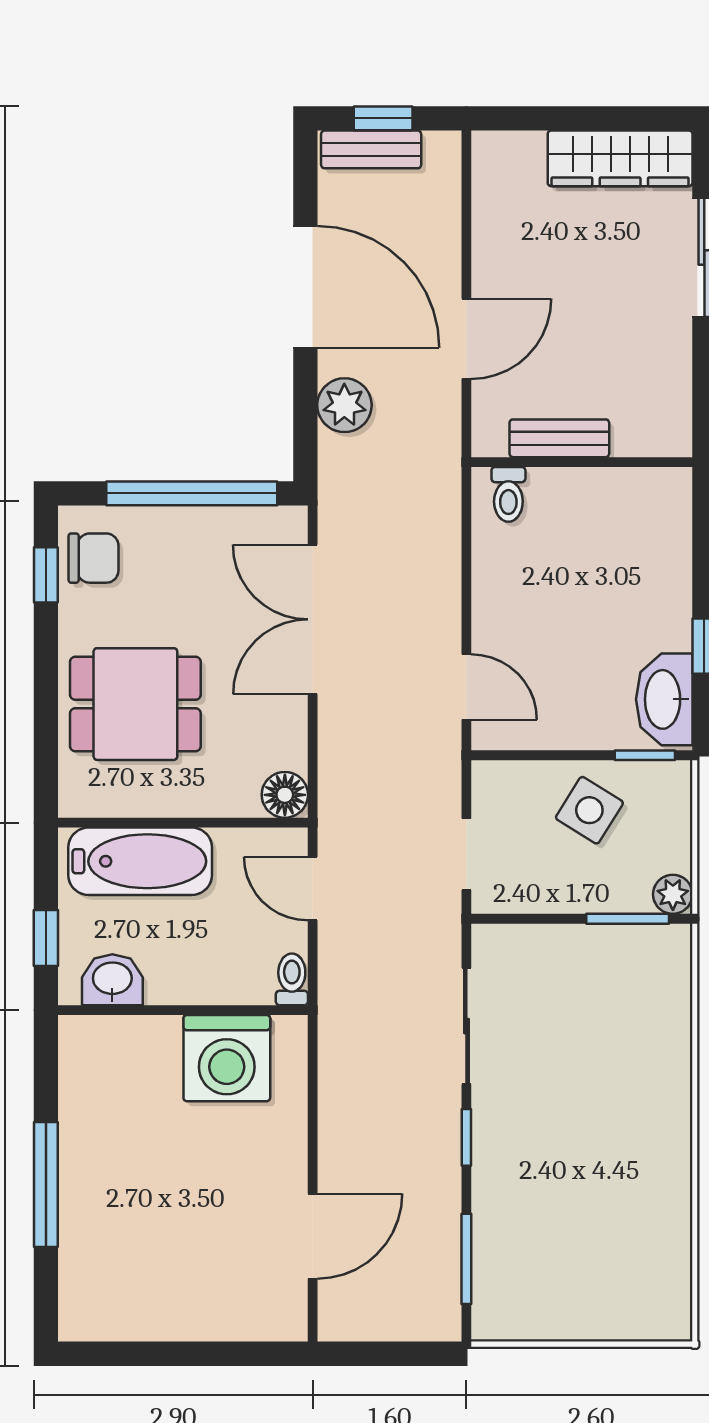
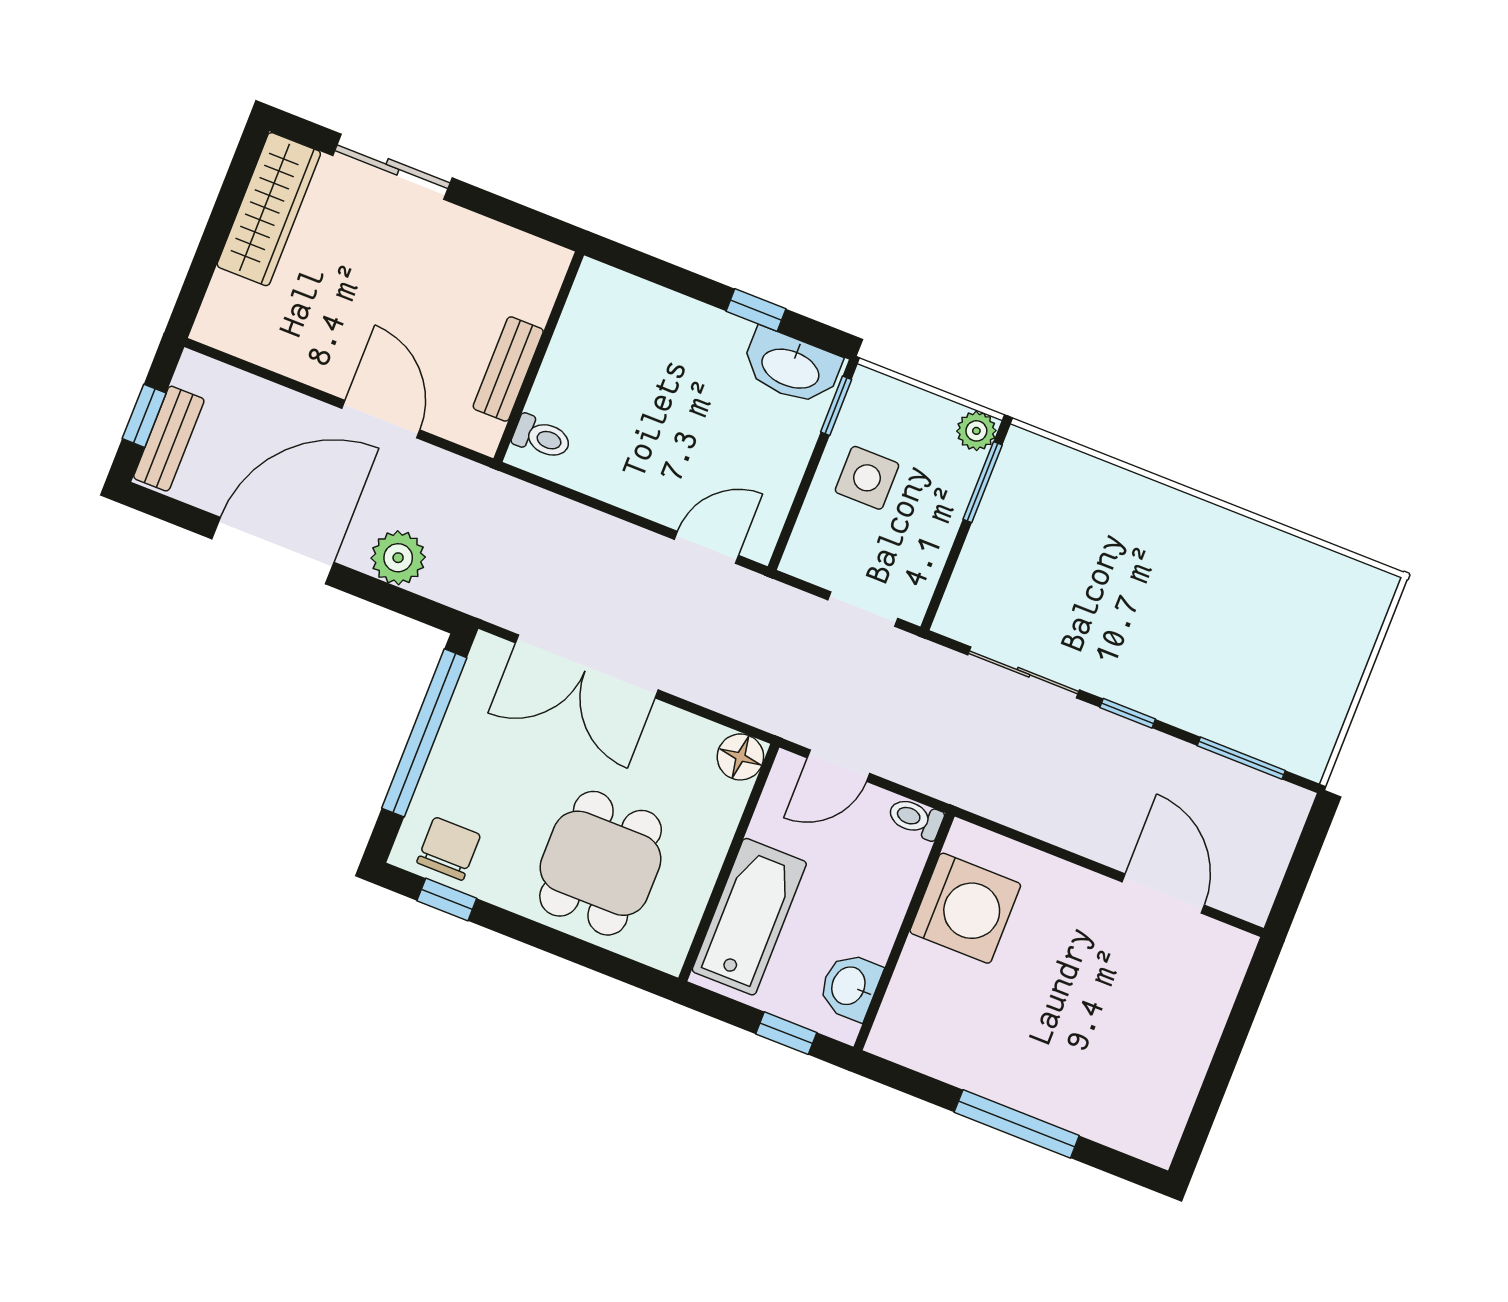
side table: (589, 810) -> (867, 478), turned -32

